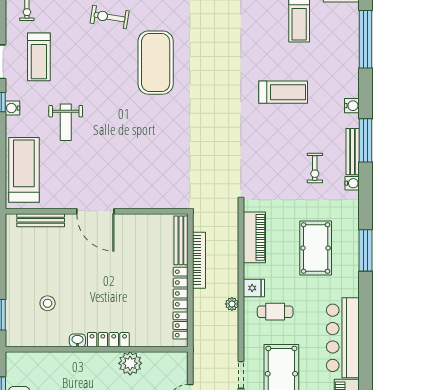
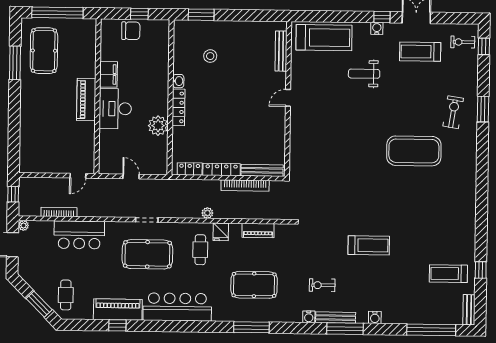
treadmill: (283, 92) -> (369, 245), moved, turned -90
door: (95, 211) -> (288, 98), width x0.53
piano: (254, 237) -> (258, 231), width x0.73, depth x0.75

